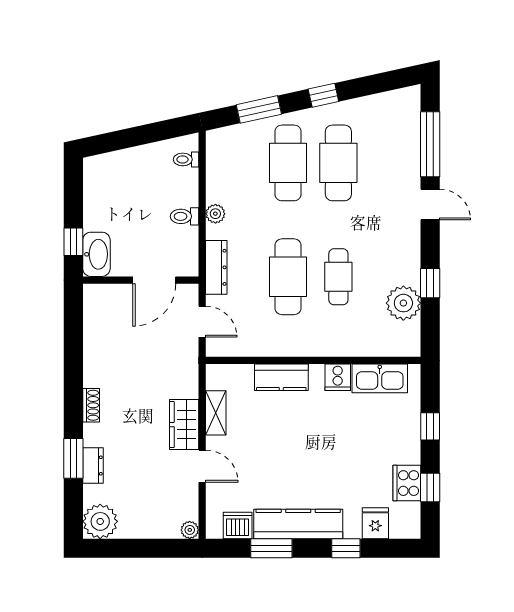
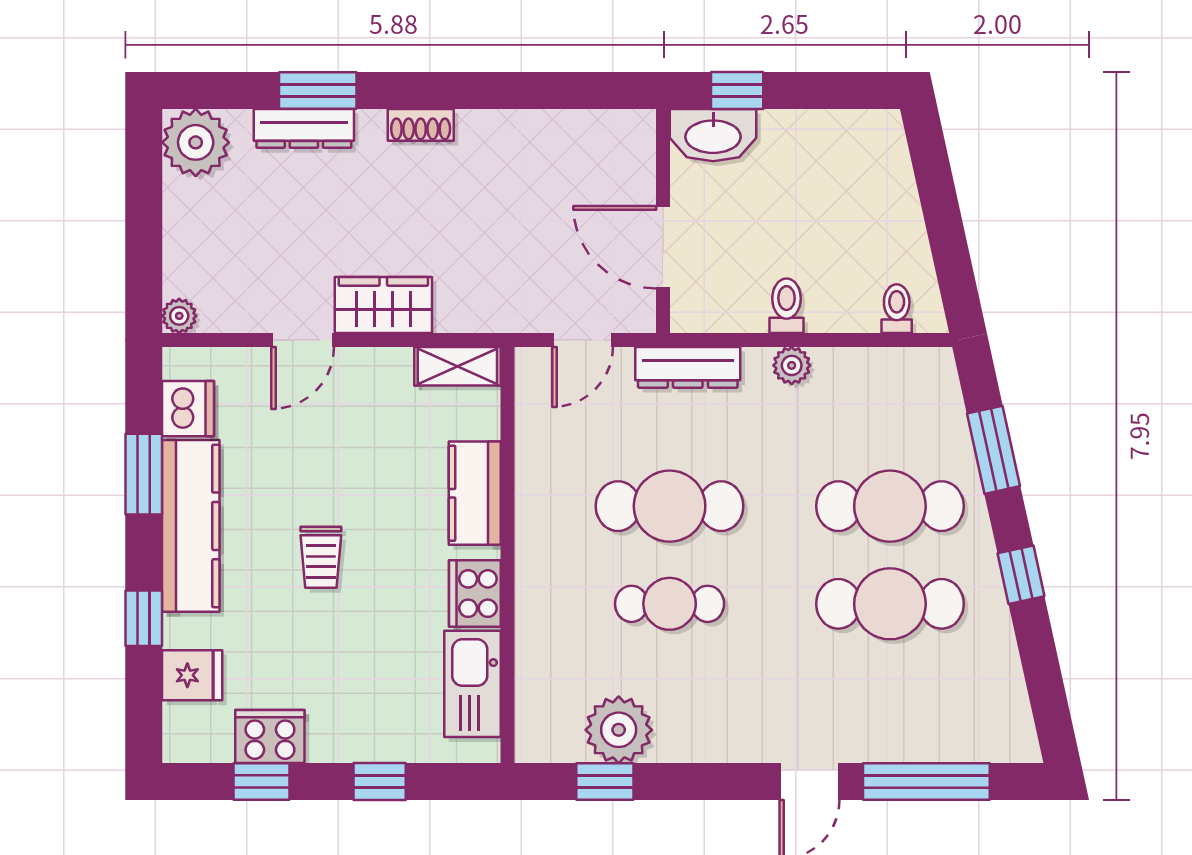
window: (430, 283) -> (605, 781), moved
cooker: (338, 377) -> (475, 594), width x1.36
shelving: (216, 413) -> (457, 366), moved
trolley: (314, 457) -> (321, 557), added
dresser: (93, 466) -> (304, 128), width x1.44

